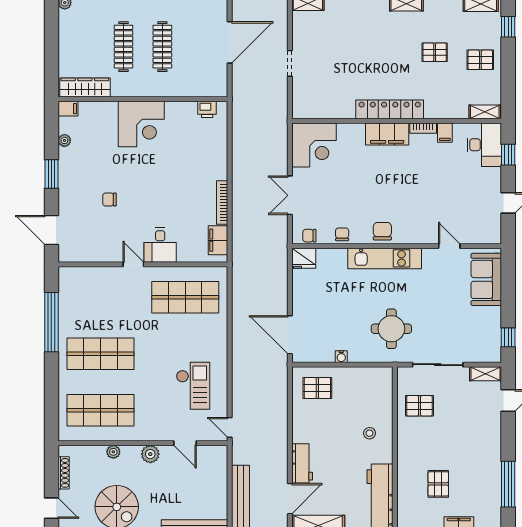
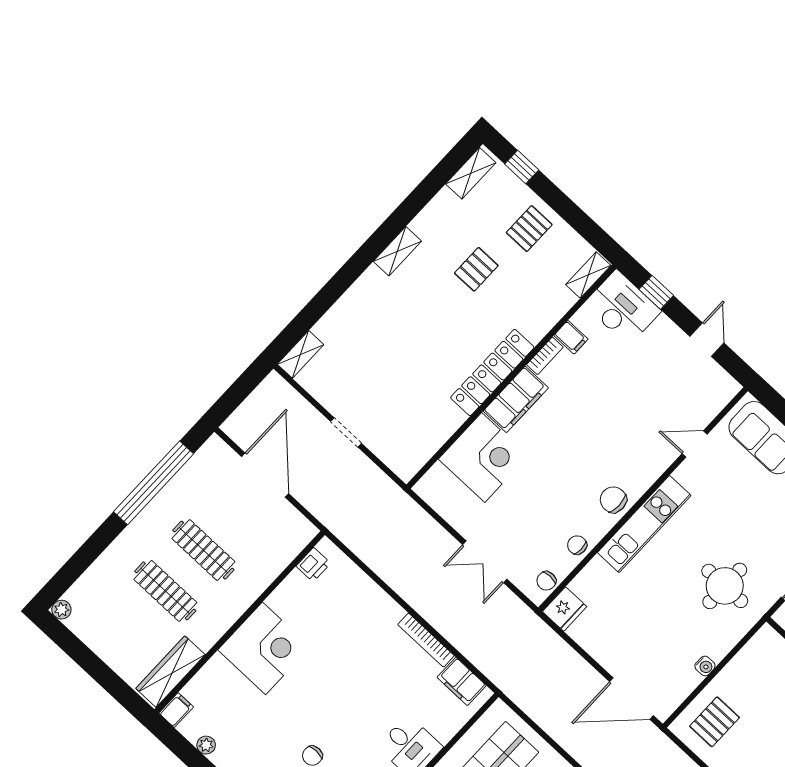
corner desk: (314, 145) -> (483, 458), moved

